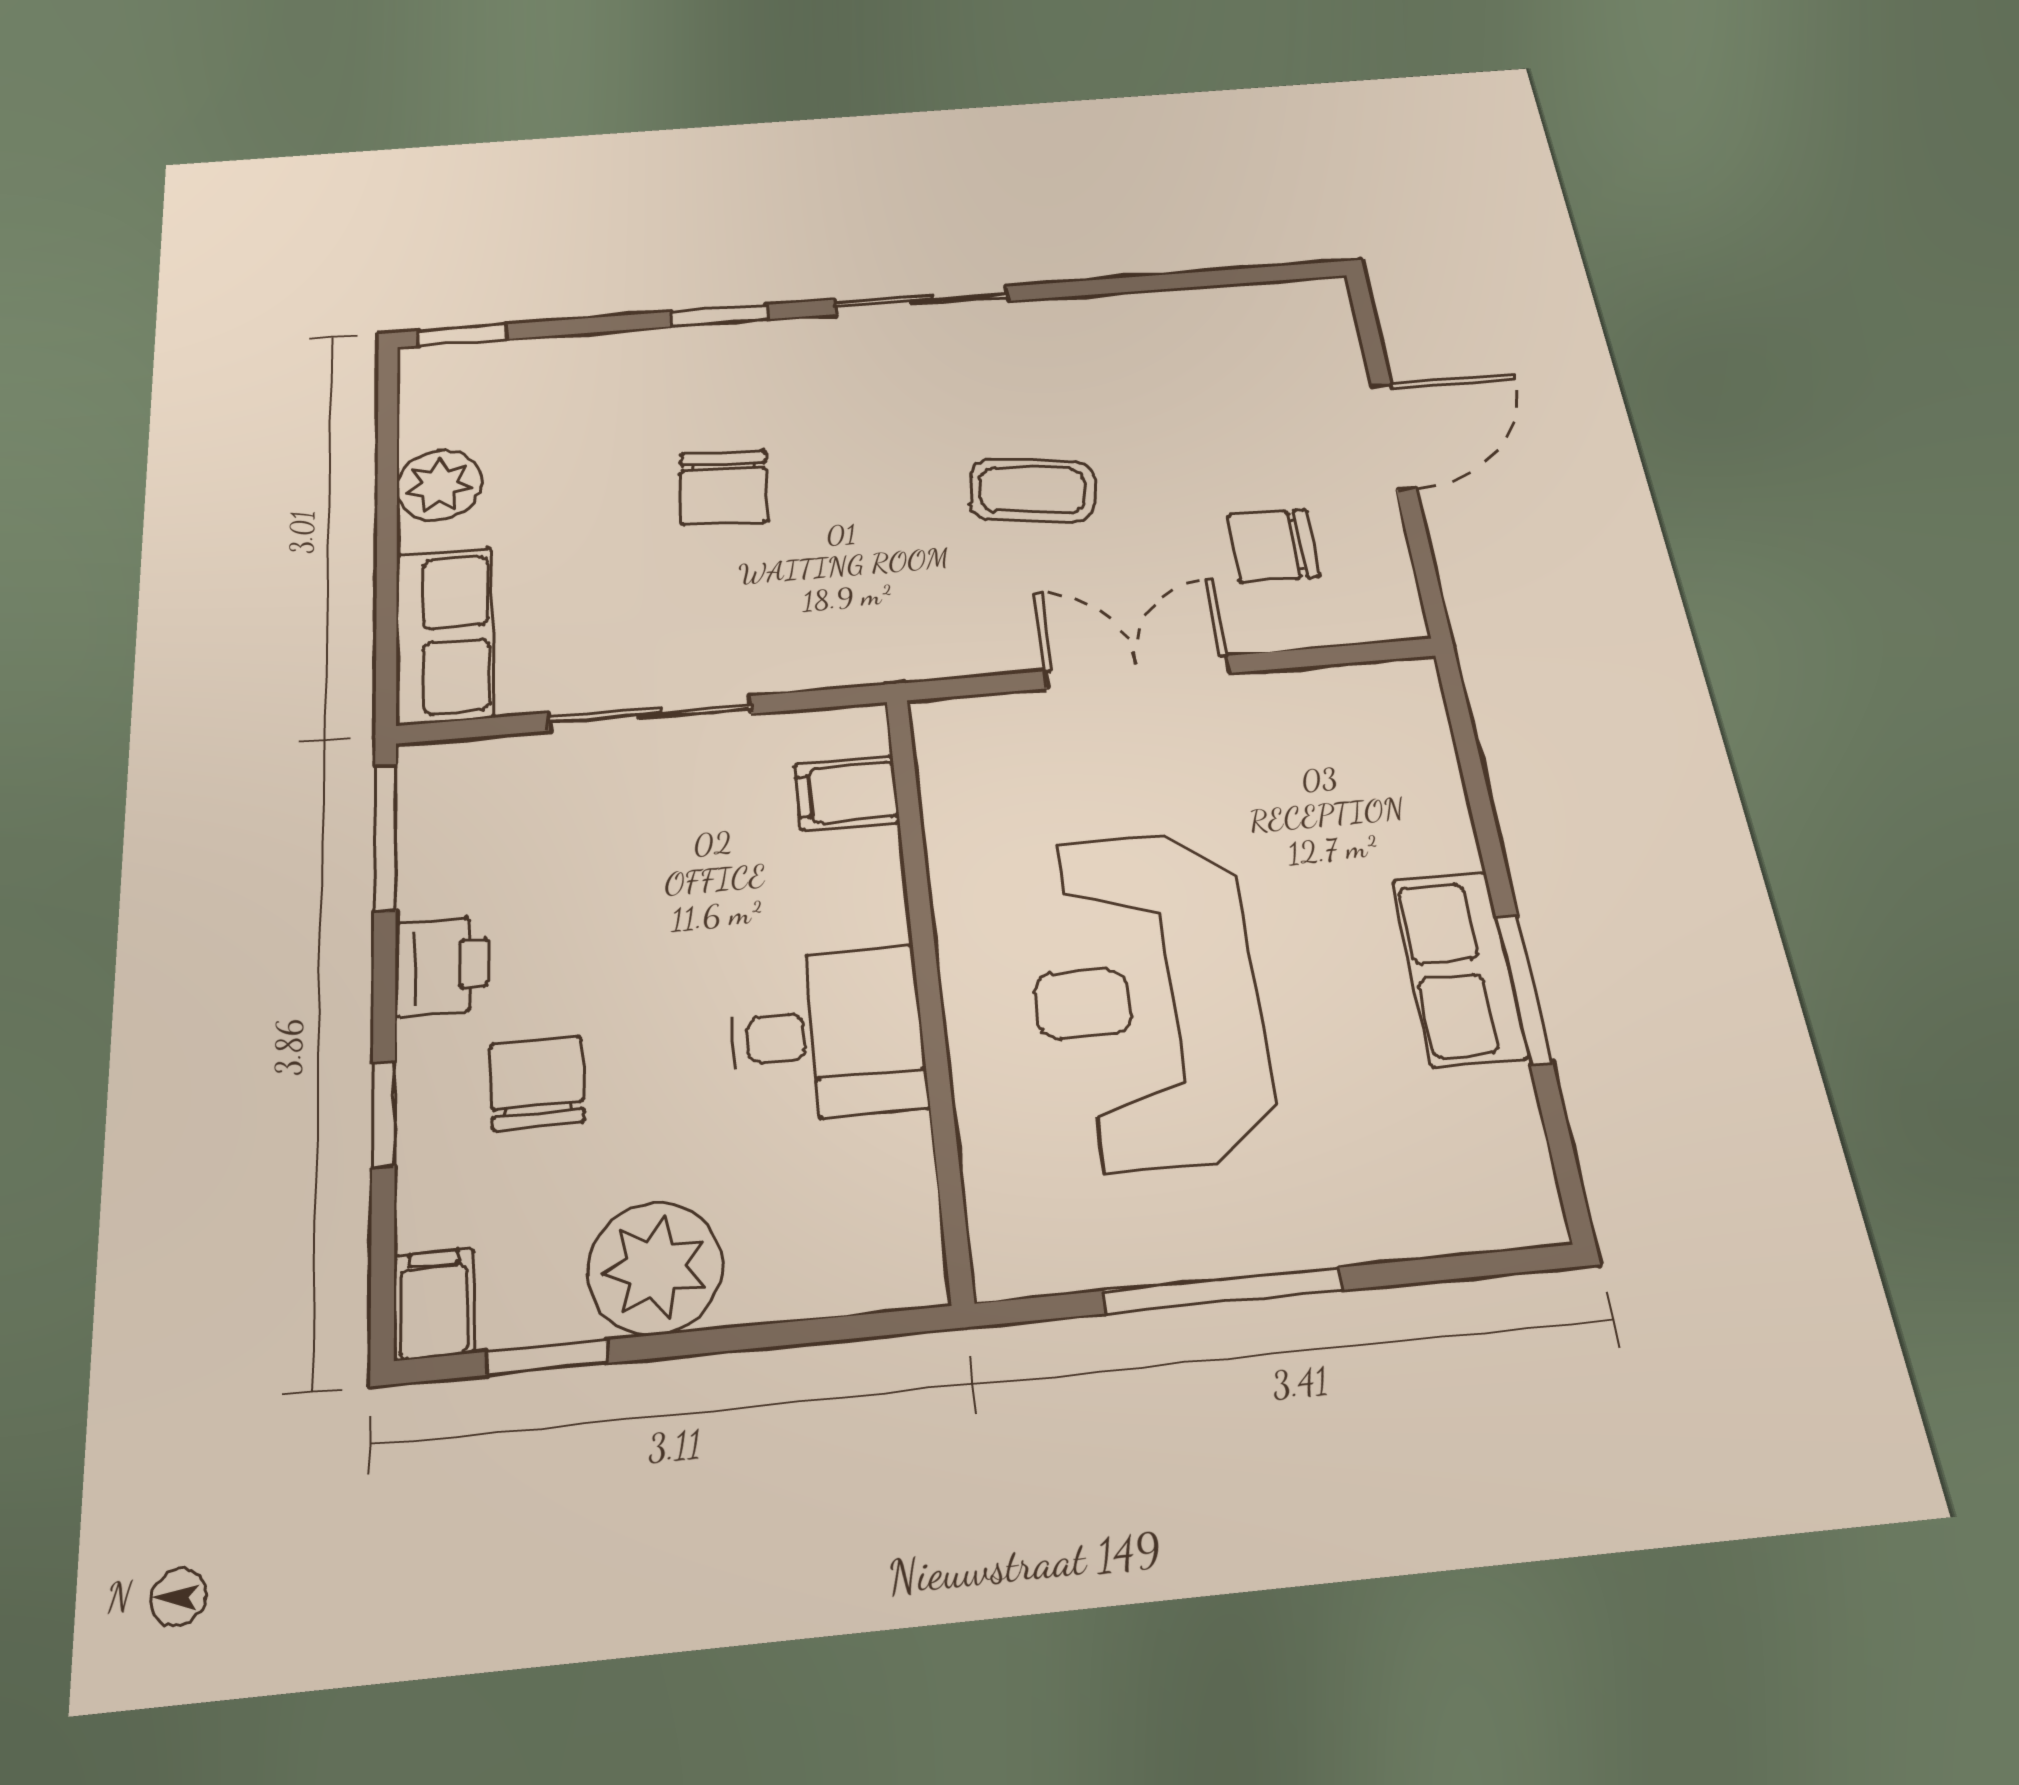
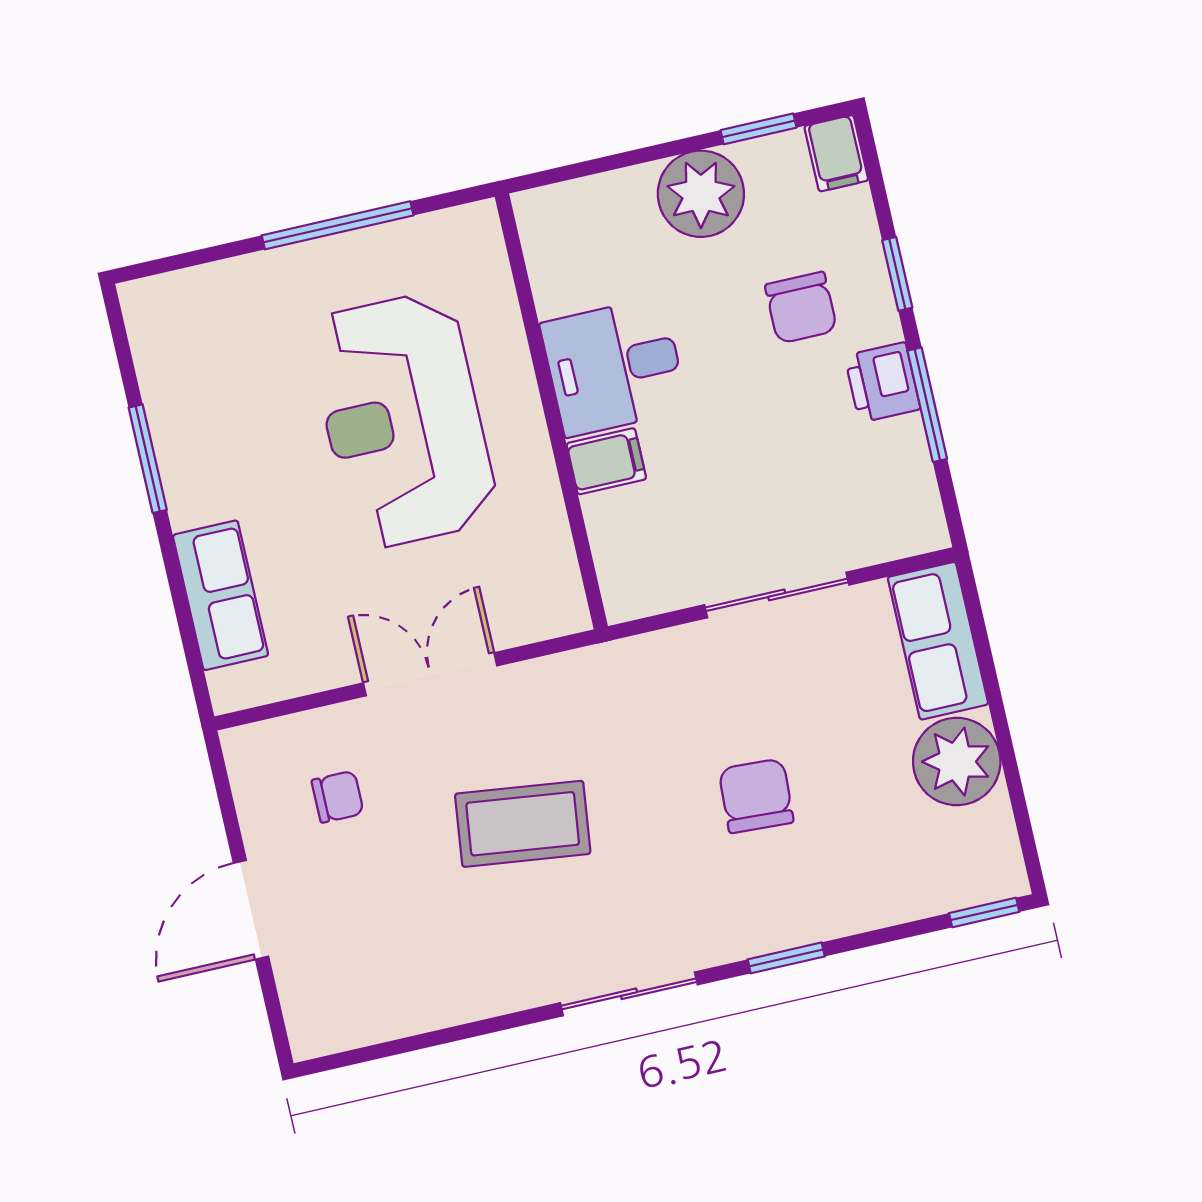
plant: (439, 485) -> (957, 762), width x1.36, depth x1.36
coffee table: (1032, 490) -> (523, 824), width x1.36, depth x1.30
chair: (1273, 546) -> (338, 797), width x0.73, depth x0.73
double door: (1137, 672) -> (430, 674), swing flipped
filing cabinet: (847, 793) -> (606, 461), moved
window: (385, 837) -> (927, 405), moved
row of seats: (1460, 968) -> (221, 595), moved
reception desk: (1147, 997) -> (403, 420), turned 180

